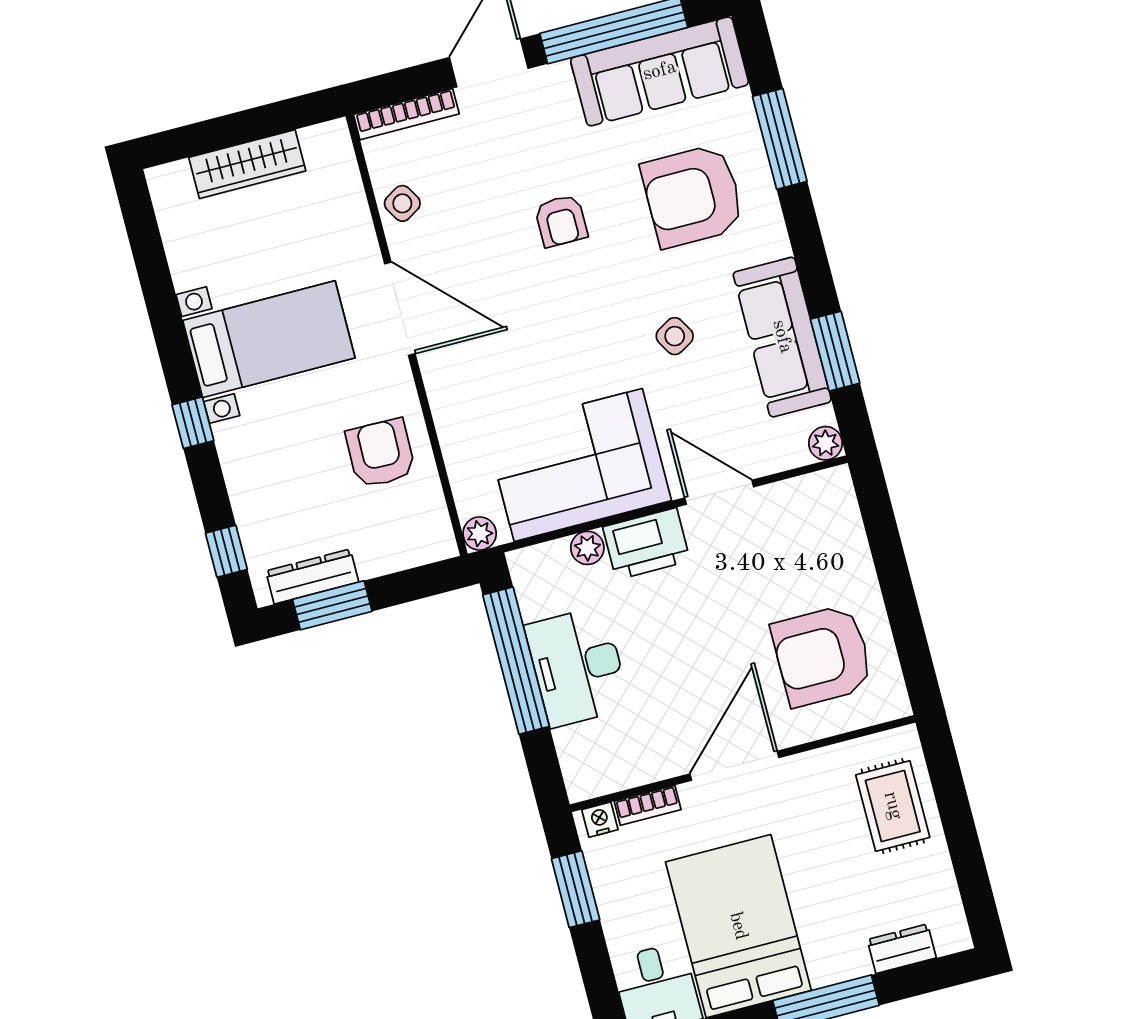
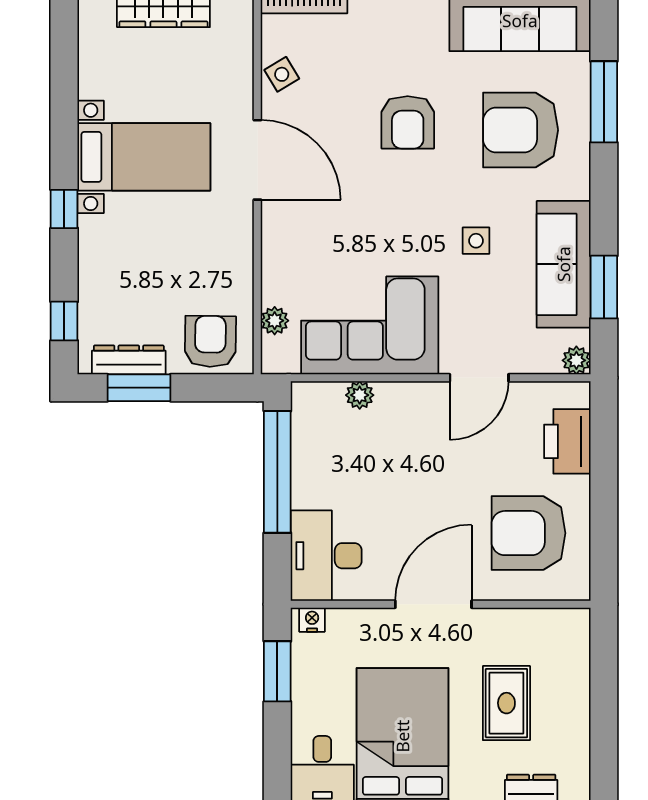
armchair: (561, 221) -> (408, 122), width x1.38, depth x1.38
side table: (675, 336) -> (476, 241), turned 30
armchair: (381, 453) -> (210, 341), moved
door: (719, 492) -> (479, 378), swing flipped
plant: (480, 534) -> (275, 321), moved
printer: (646, 544) -> (567, 441), moved, turned 90
desk: (577, 667) -> (326, 556), moved
bookcase: (648, 805) -> (354, 618), removed
rug: (893, 806) -> (506, 703), moved

